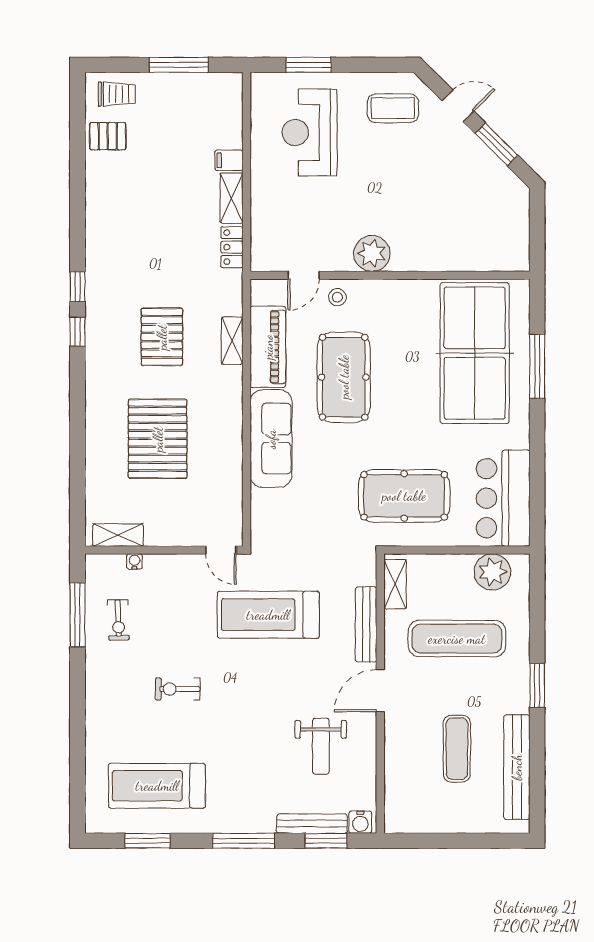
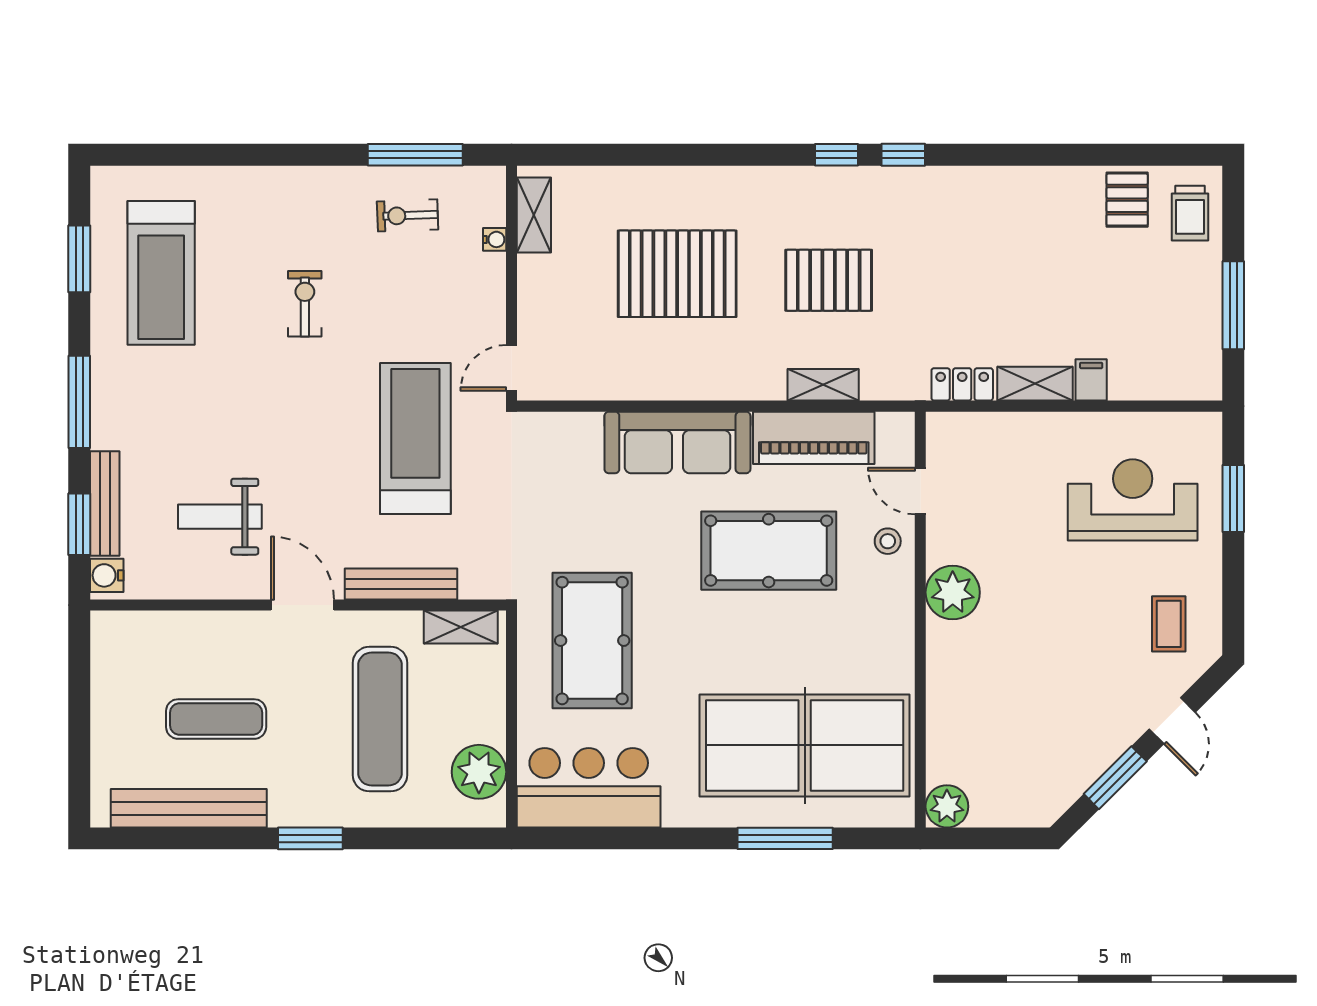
coffee table: (393, 108) -> (1169, 624), width x0.73, depth x0.77
plant: (516, 257) -> (947, 806), added
treadmill: (157, 786) -> (161, 273), turned 180

